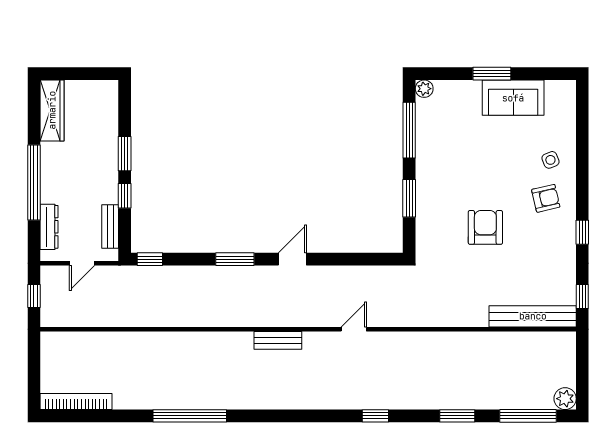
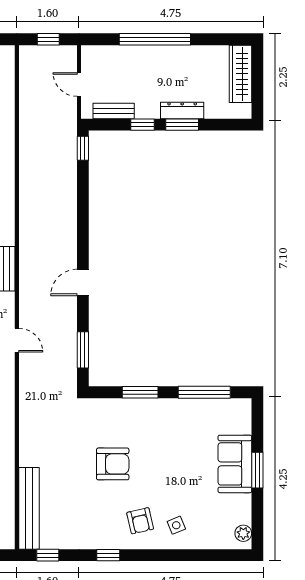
plant: (424, 89) -> (243, 533), moved
sofa: (513, 98) -> (235, 464), moved
wardrobe: (52, 110) -> (240, 74), moved, turned 90
dresser: (49, 227) -> (182, 110), moved, turned 180
window: (235, 259) -> (83, 350), moved
door: (292, 259) -> (83, 282), swing flipped

